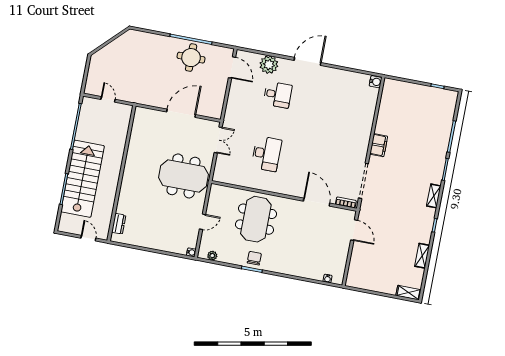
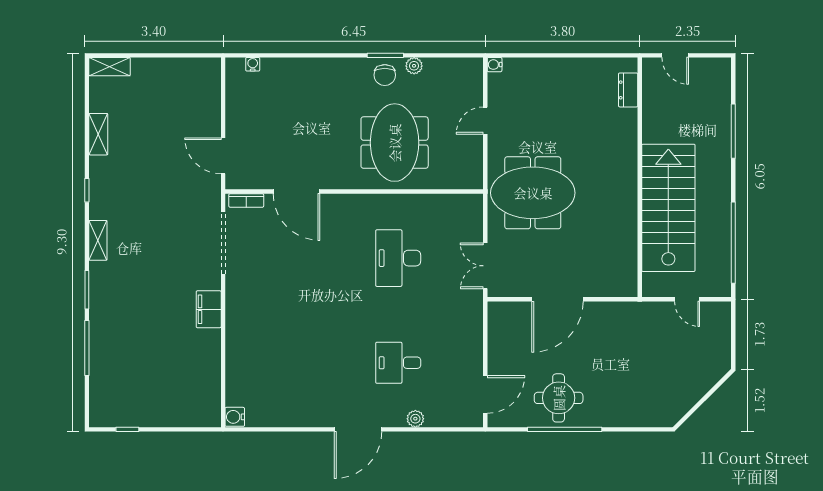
plant: (269, 65) -> (415, 419), width x0.53, depth x0.53
door: (232, 67) -> (485, 394), swing flipped
stairs: (83, 179) -> (668, 208), moved, turned 180
plant: (212, 256) -> (414, 66), moved

